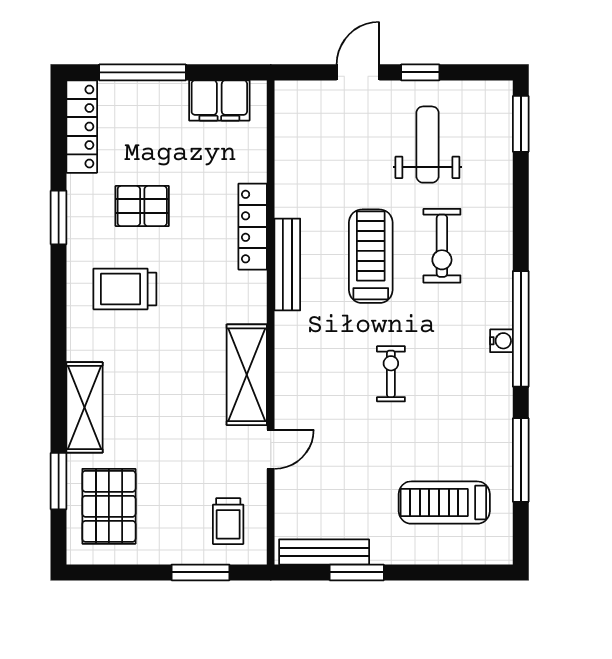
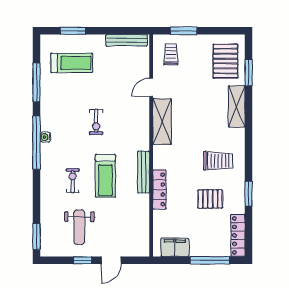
exercise bike: (442, 246) -> (73, 181), width x0.73, depth x0.72
window: (357, 572) -> (73, 31), moved

